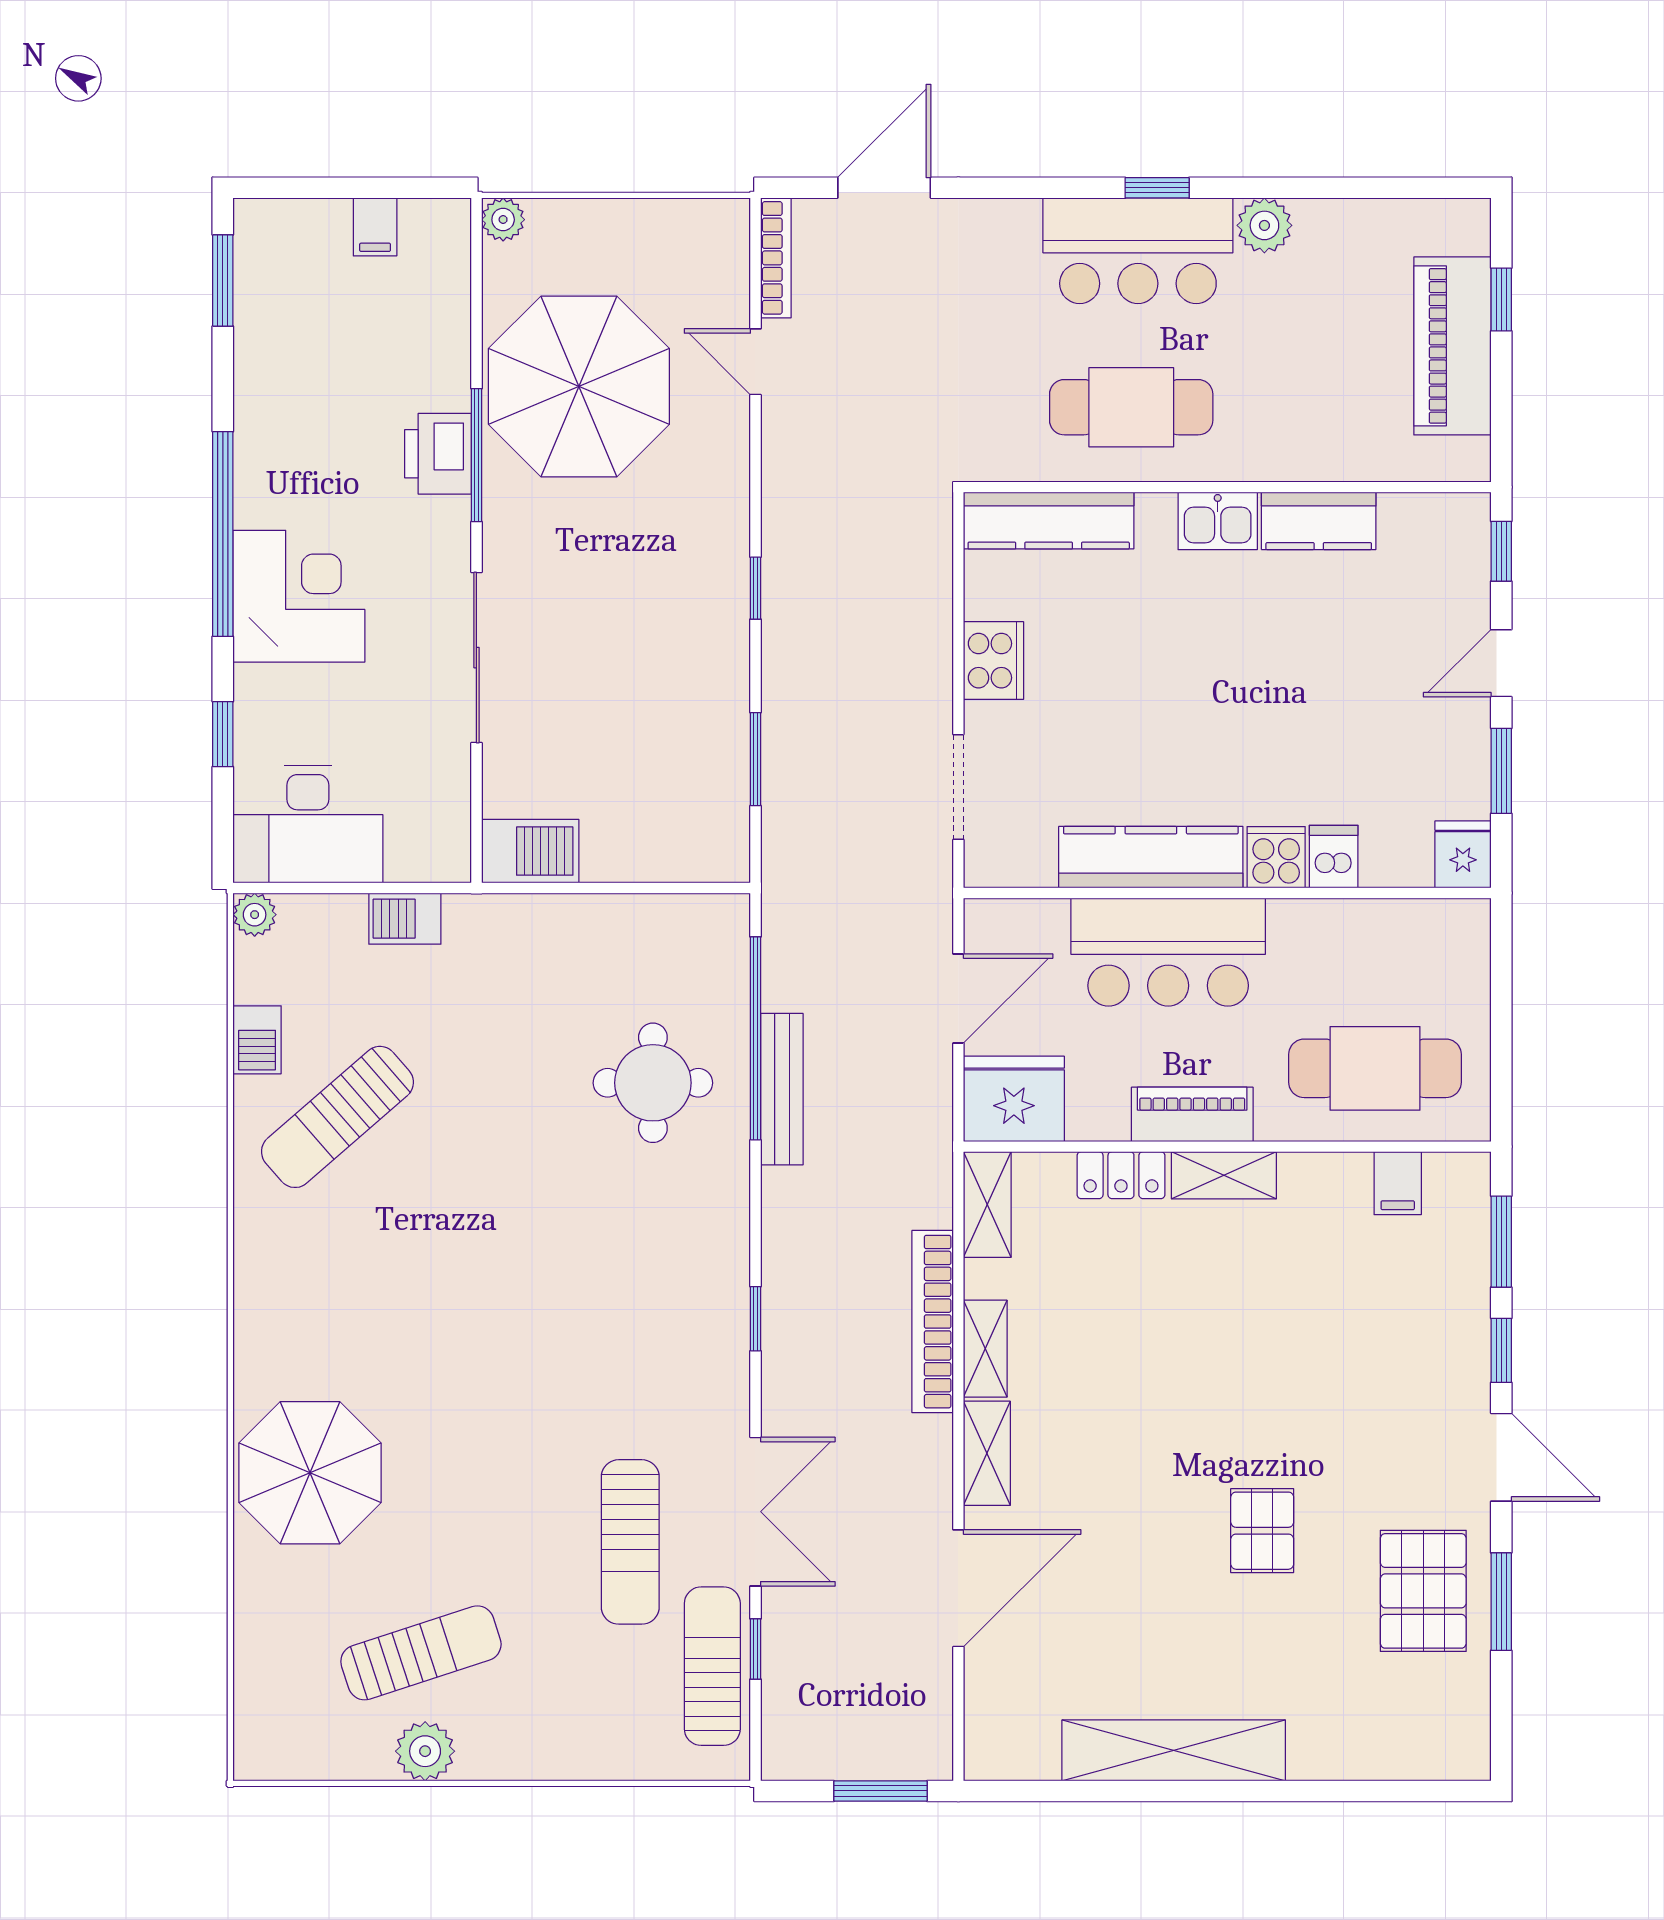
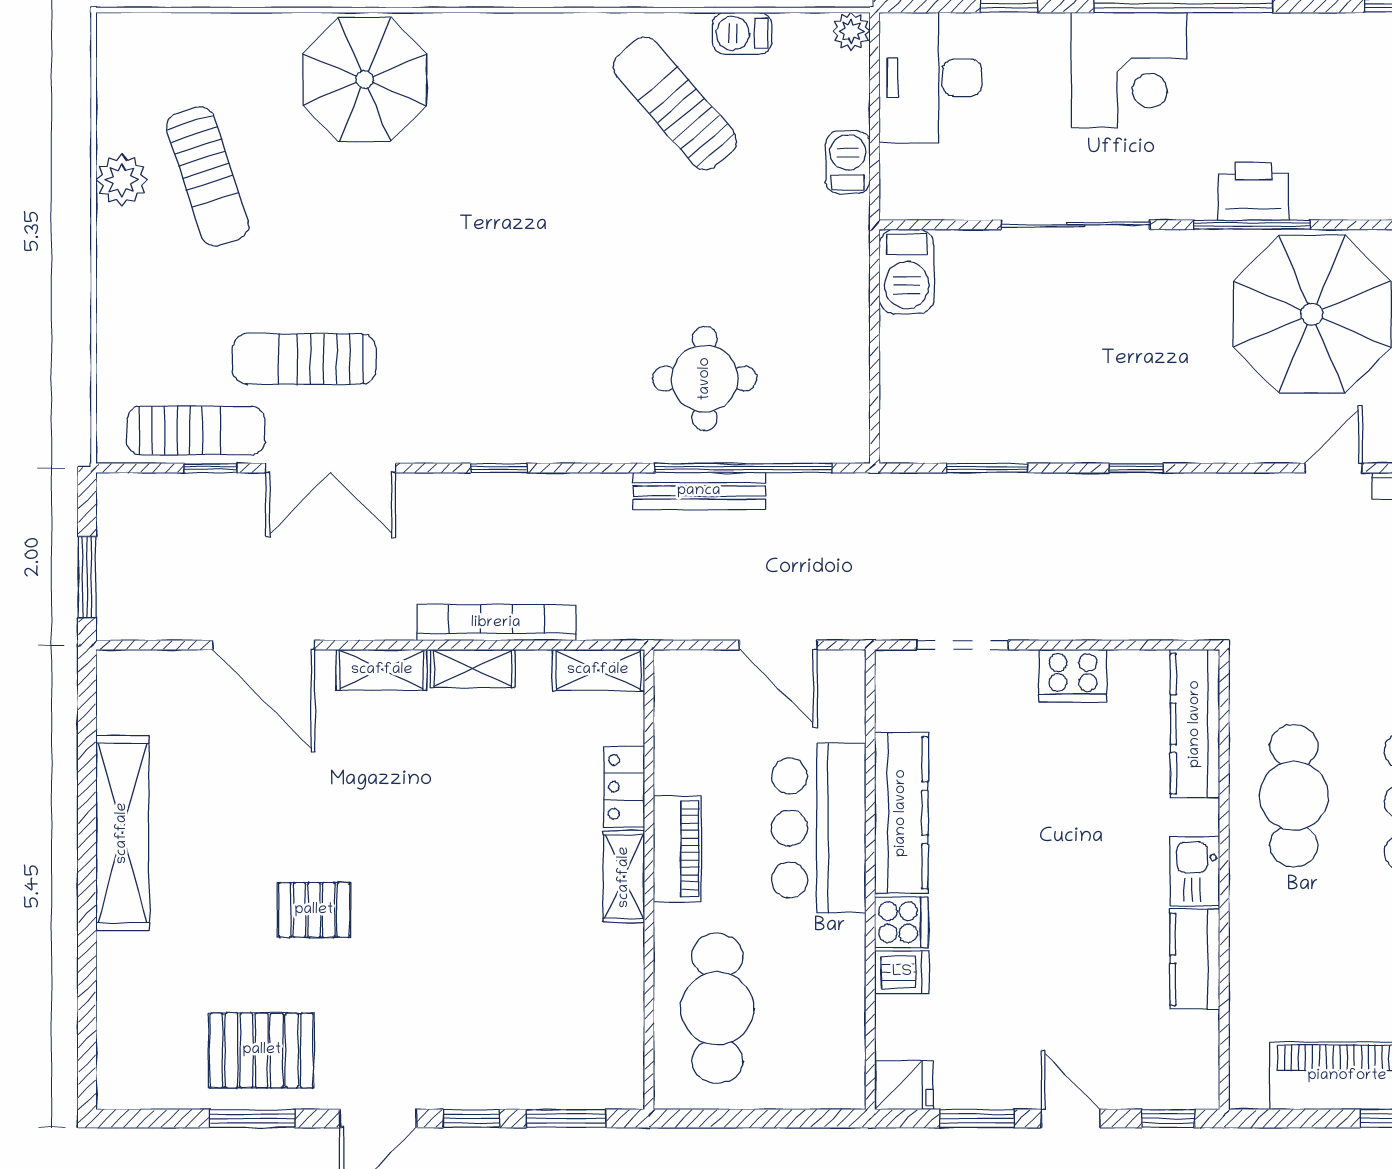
fridge: (1014, 1099) -> (691, 693), removed
filing cabinet: (1398, 1183) -> (617, 1028), removed

